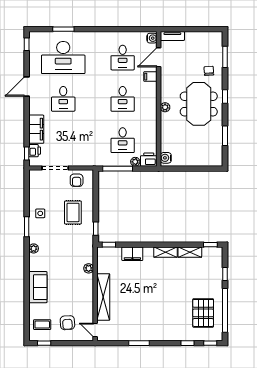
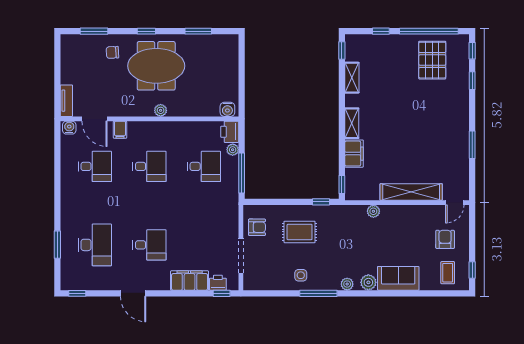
desk: (63, 58) -> (95, 245), width x0.73, depth x0.77
window: (27, 227) -> (318, 293), width x1.44
shelving: (166, 252) -> (352, 123), moved
plant: (35, 265) -> (368, 282), added
pallet: (203, 313) -> (432, 60), turned 90
armchair: (67, 323) -> (445, 239), turned -86

